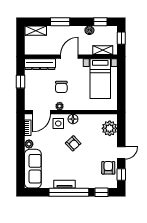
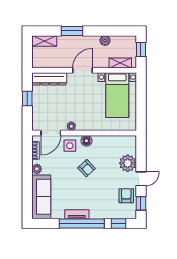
window: (100, 22) -> (117, 31), removed
chair: (61, 87) -> (73, 104), removed
plant: (110, 128) -> (128, 163), moved

